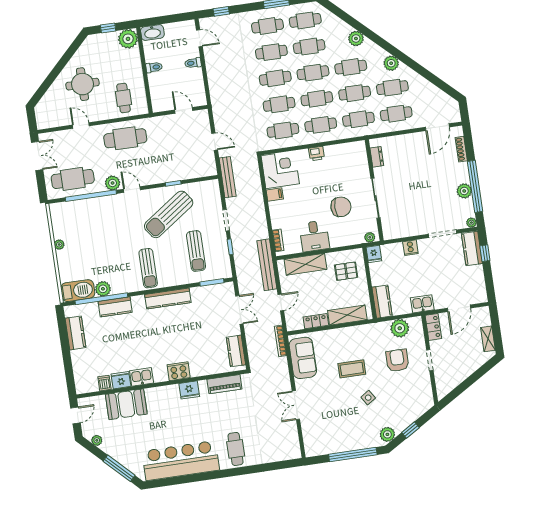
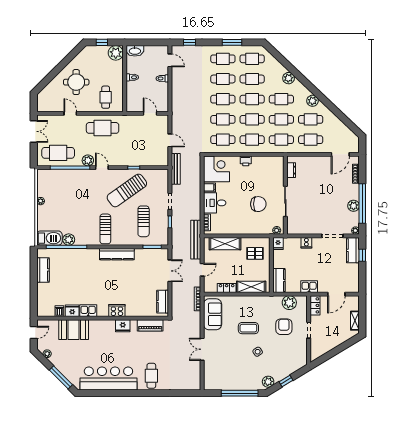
desk: (314, 236) -> (215, 203), moved, turned 90
kitchen counter: (115, 307) -> (76, 255), removed

